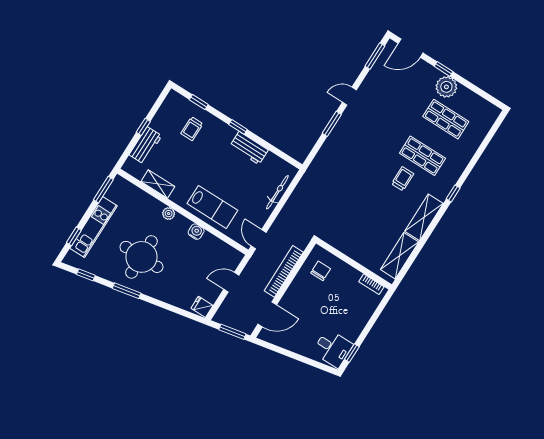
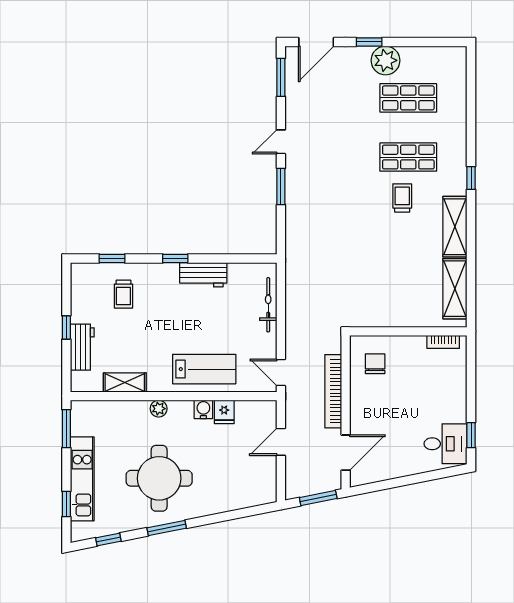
fridge: (202, 307) -> (224, 412), moved, turned -90

